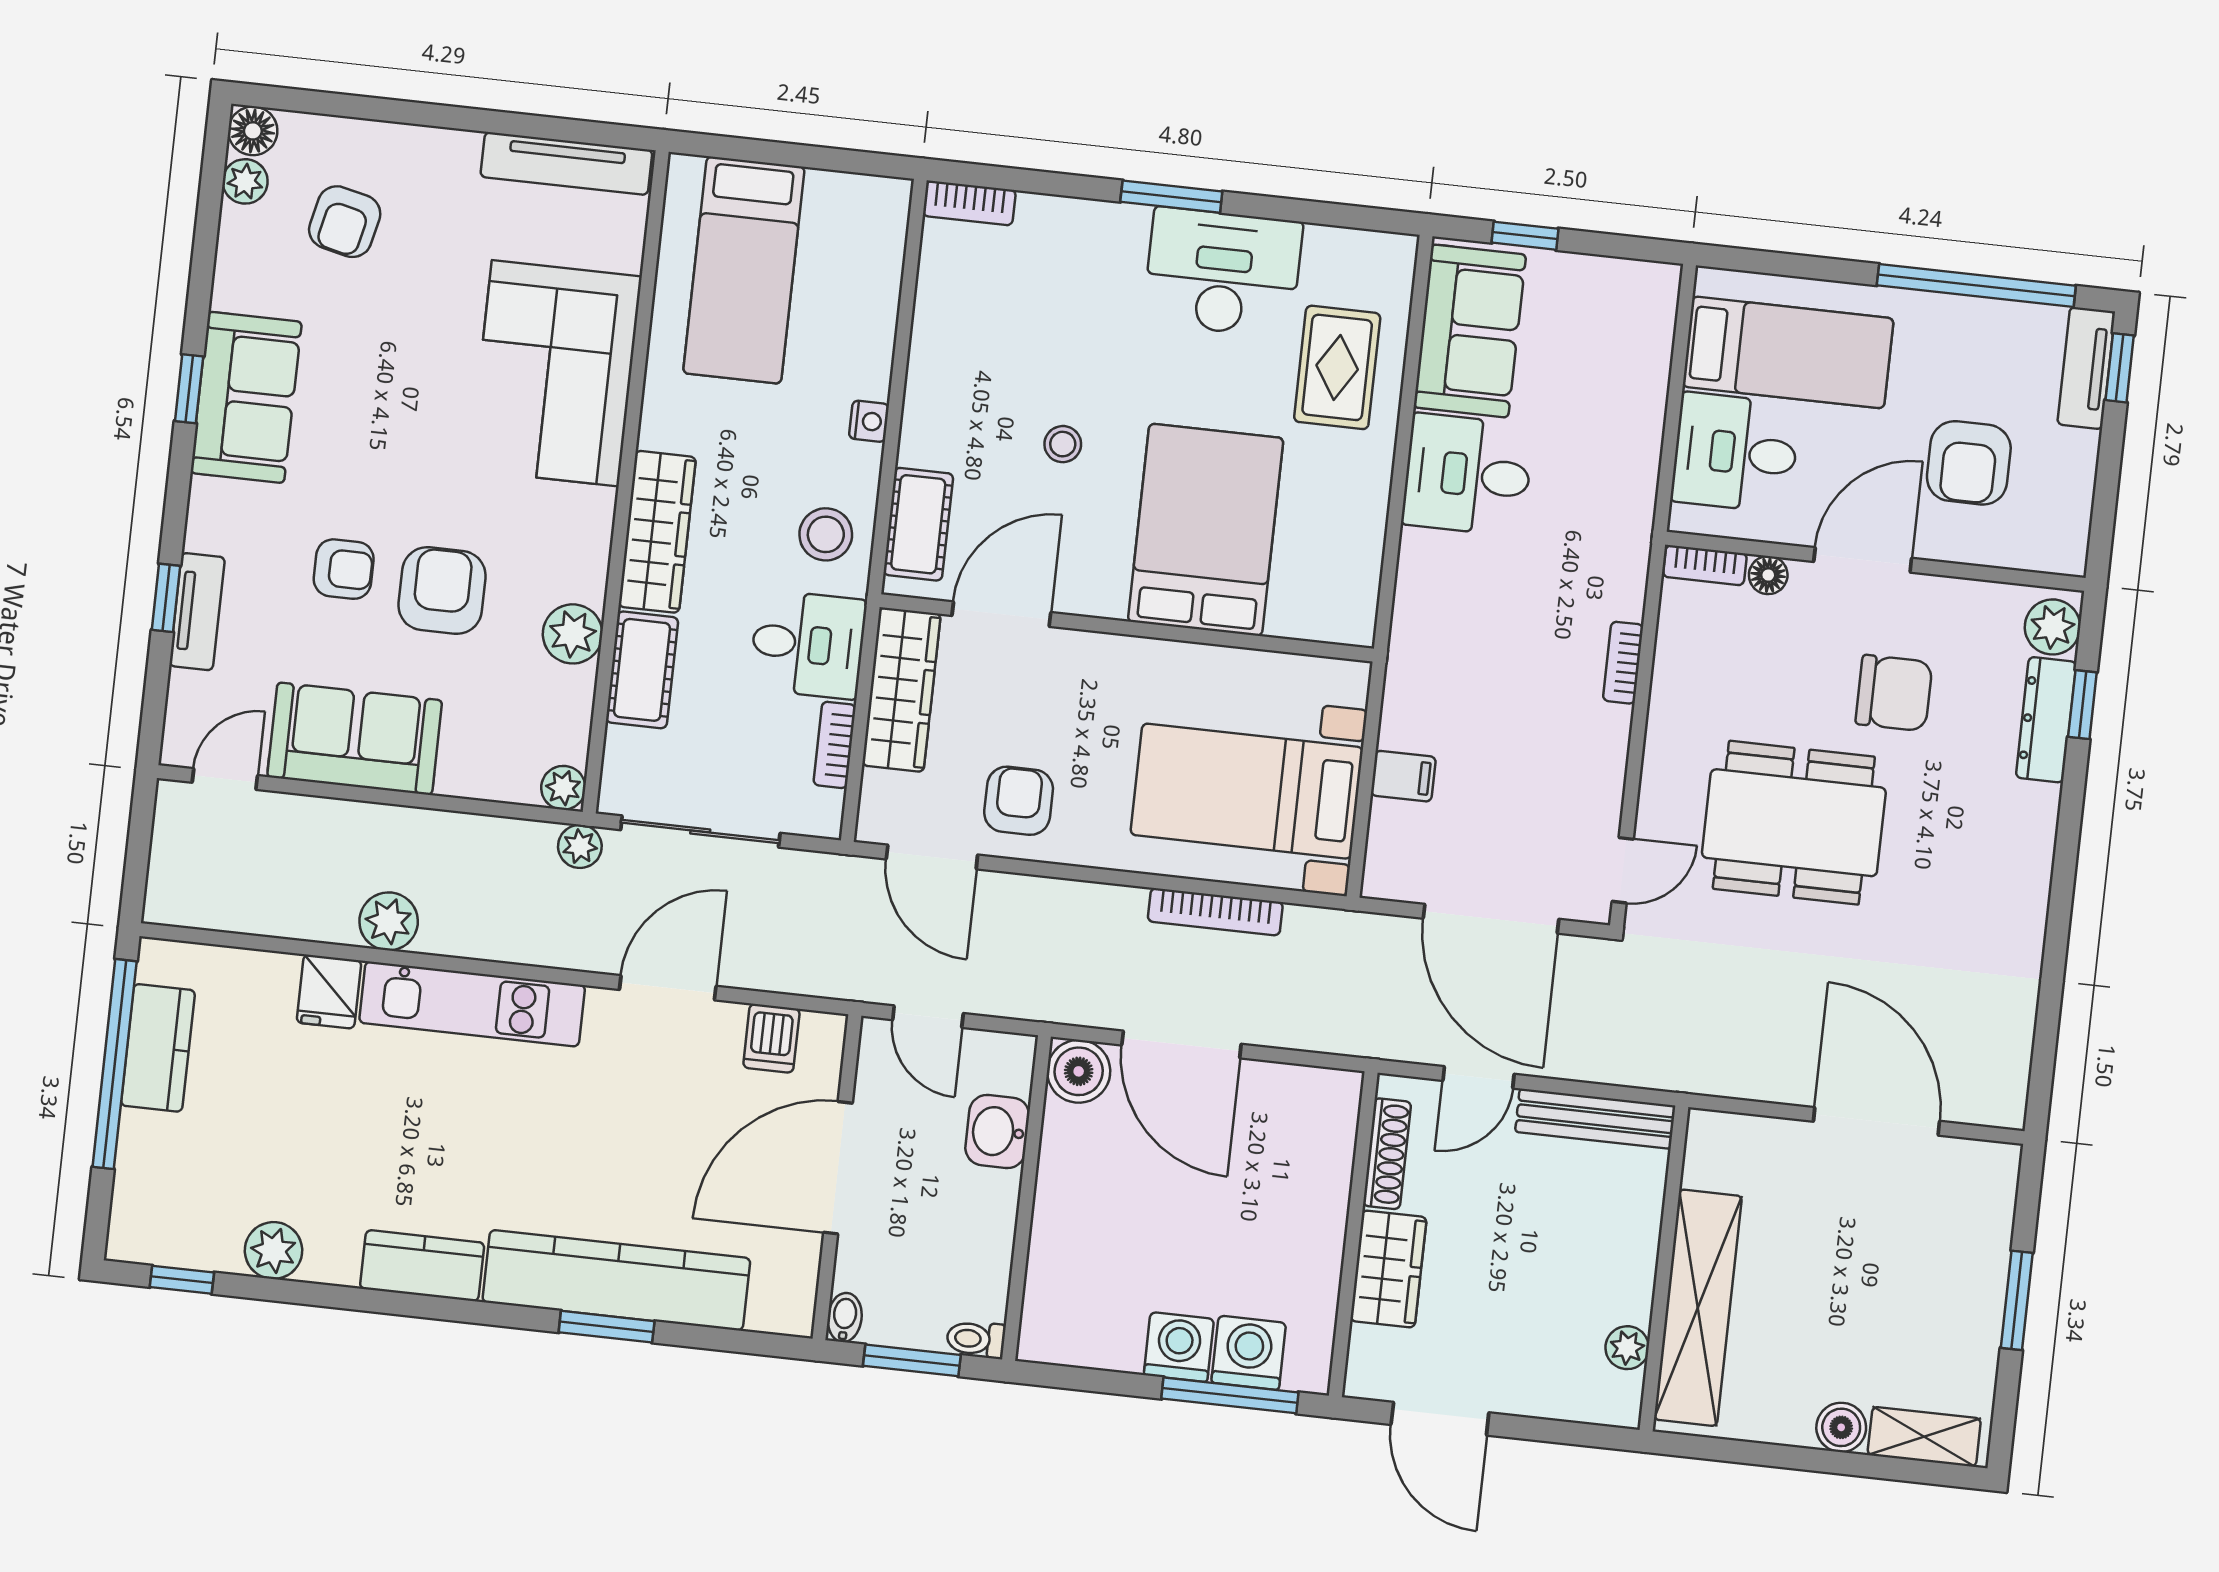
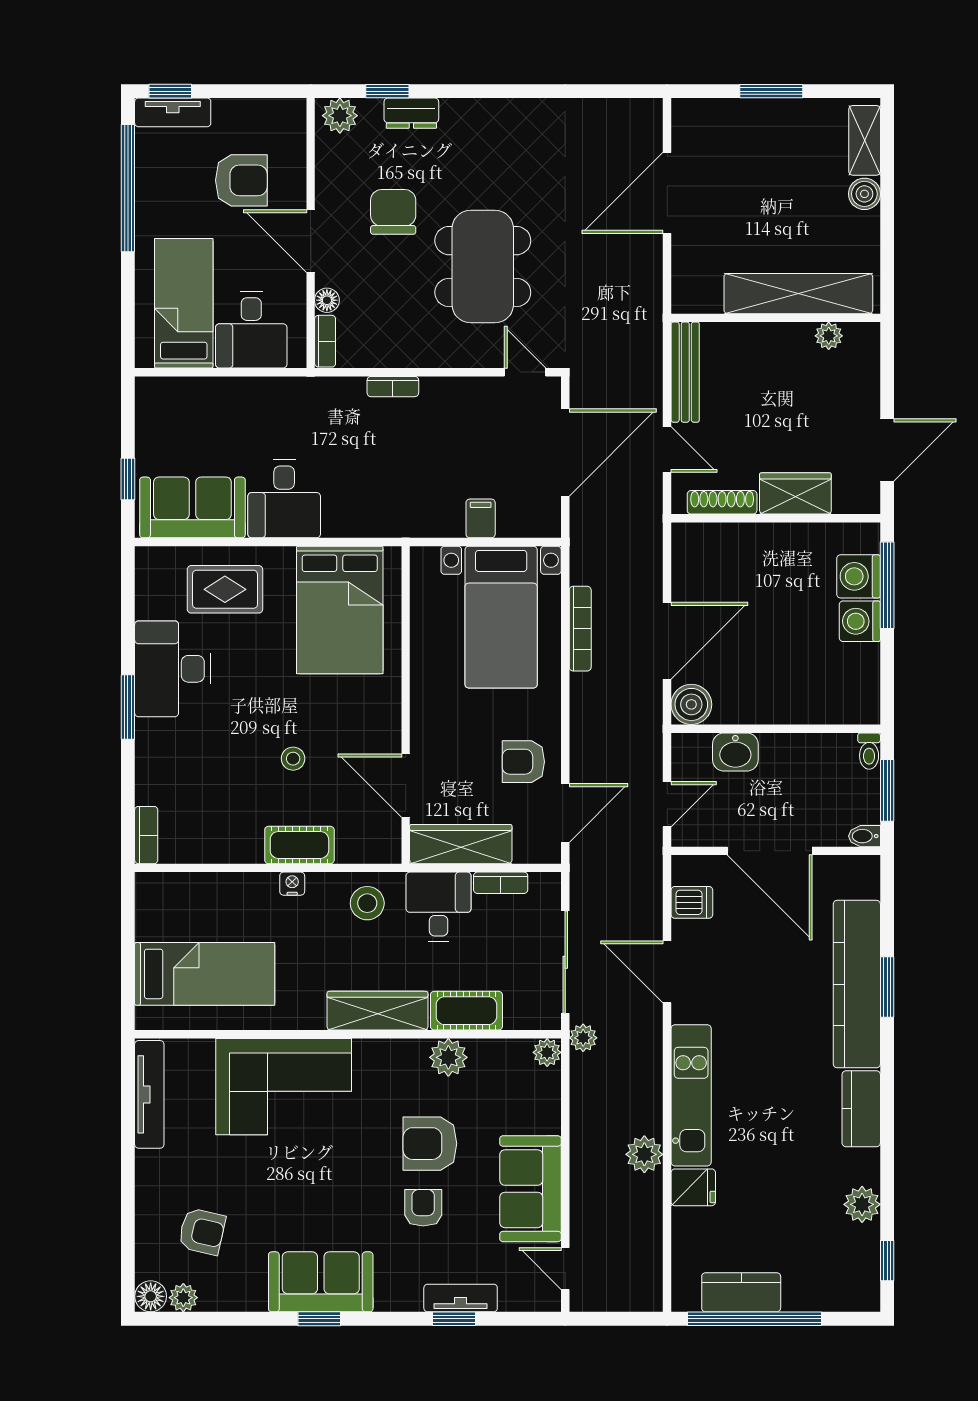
cot: (918, 524) -> (299, 845), moved
bed: (1206, 530) -> (340, 610), moved, turned -90
dresser: (2046, 720) -> (411, 113), width x0.70

